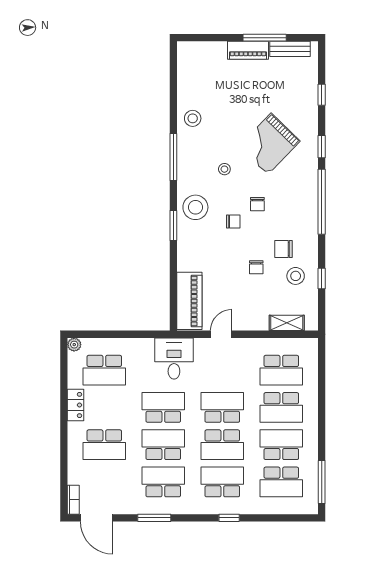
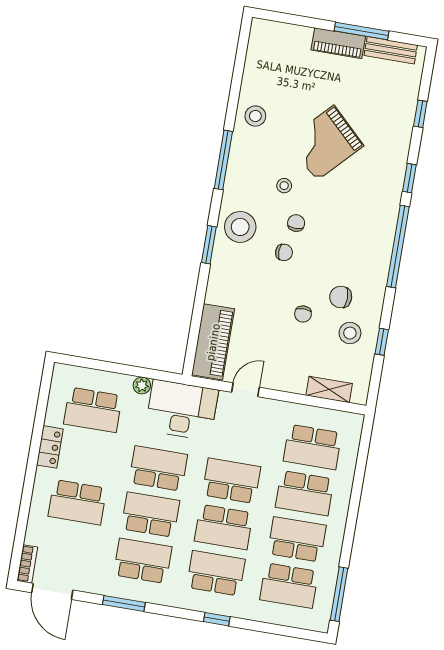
grand piano: (269, 144) -> (325, 143), moved
chair: (257, 204) -> (296, 223), moved, turned 180
plant: (74, 345) -> (142, 385), moved
desk: (174, 358) -> (182, 410), width x1.37

